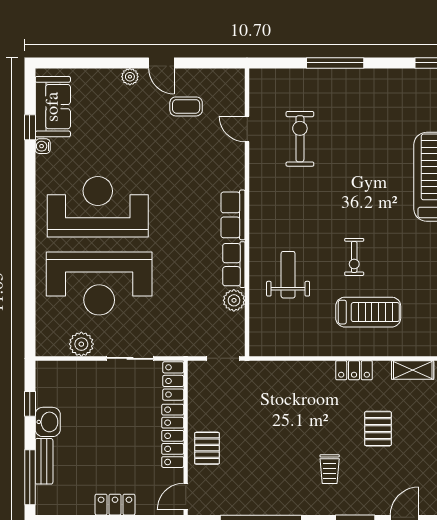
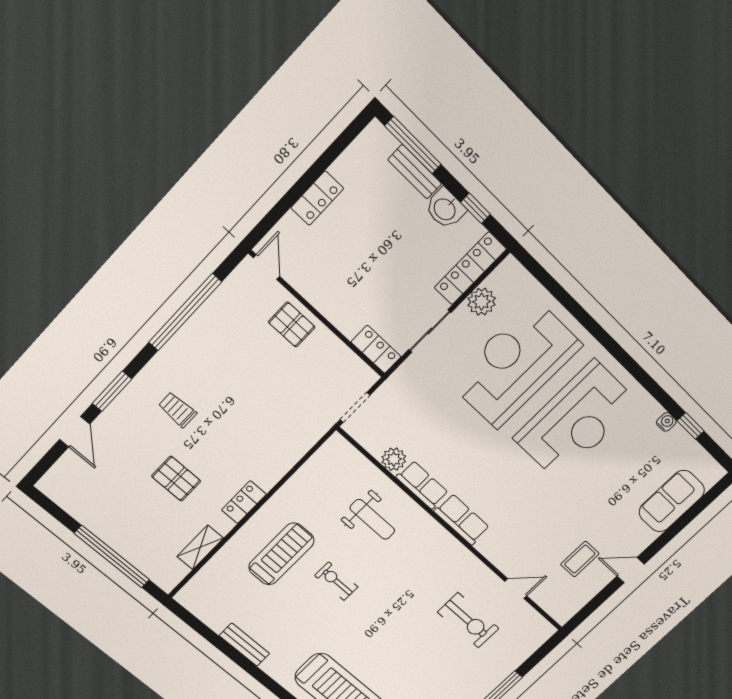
plant: (130, 77) -> (646, 538), removed
sofa: (53, 107) -> (672, 501), moved, turned 90
treadmill: (368, 312) -> (281, 554), turned 180
locker: (173, 436) -> (470, 268), moved, turned -90

